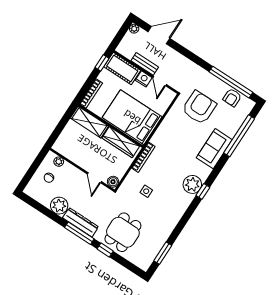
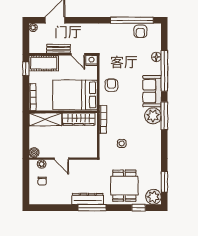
nightstand: (144, 79) -> (92, 61), moved
armchair: (199, 107) -> (111, 85), moved, width x0.53, depth x0.53
floor lamp: (231, 131) -> (156, 57), added
window: (239, 136) -> (164, 71), moved
sofa: (214, 149) -> (152, 91), moved
door: (94, 178) -> (61, 159), moved
boiler: (113, 182) -> (34, 153), moved
window: (203, 191) -> (164, 116), width x2.17
plant: (59, 206) -> (153, 197), moved
window: (105, 250) -> (139, 208), moved

